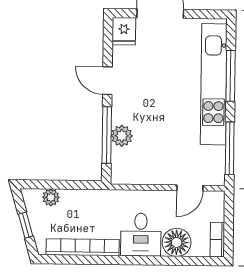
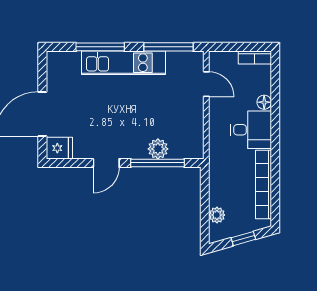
kitchen unit: (214, 84) -> (124, 63), width x0.73
floor lamp: (177, 242) -> (264, 102), width x0.53, depth x0.53

